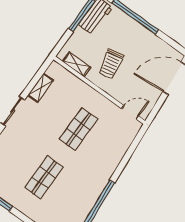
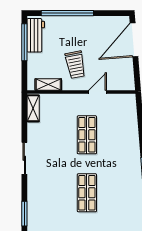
shelving: (41, 88) -> (33, 108), moved
door: (130, 112) -> (98, 92), moved

